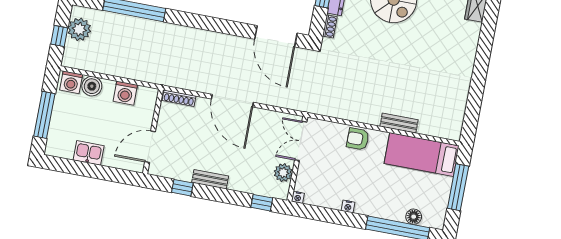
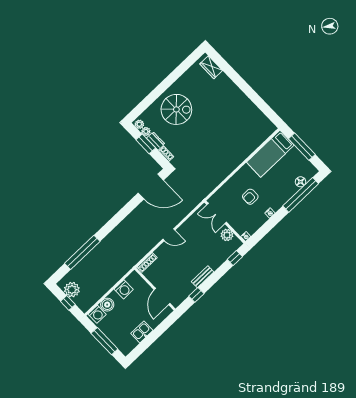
door: (232, 101) -> (169, 235), width x0.53
bench: (399, 123) -> (245, 154), removed
armchair: (358, 139) -> (250, 197), moved

